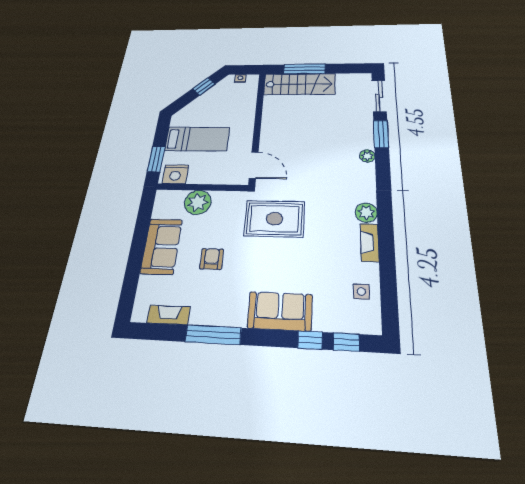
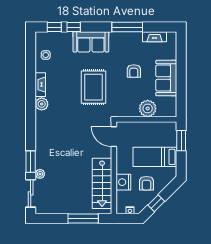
stairs: (299, 84) -> (102, 183), moved, turned -90
armchair: (214, 108) -> (146, 183), added
plant: (367, 156) -> (40, 174), moved
nightstand: (175, 174) -> (123, 182), moved, turned -90
rug: (274, 219) -> (94, 87), moved, turned 90

